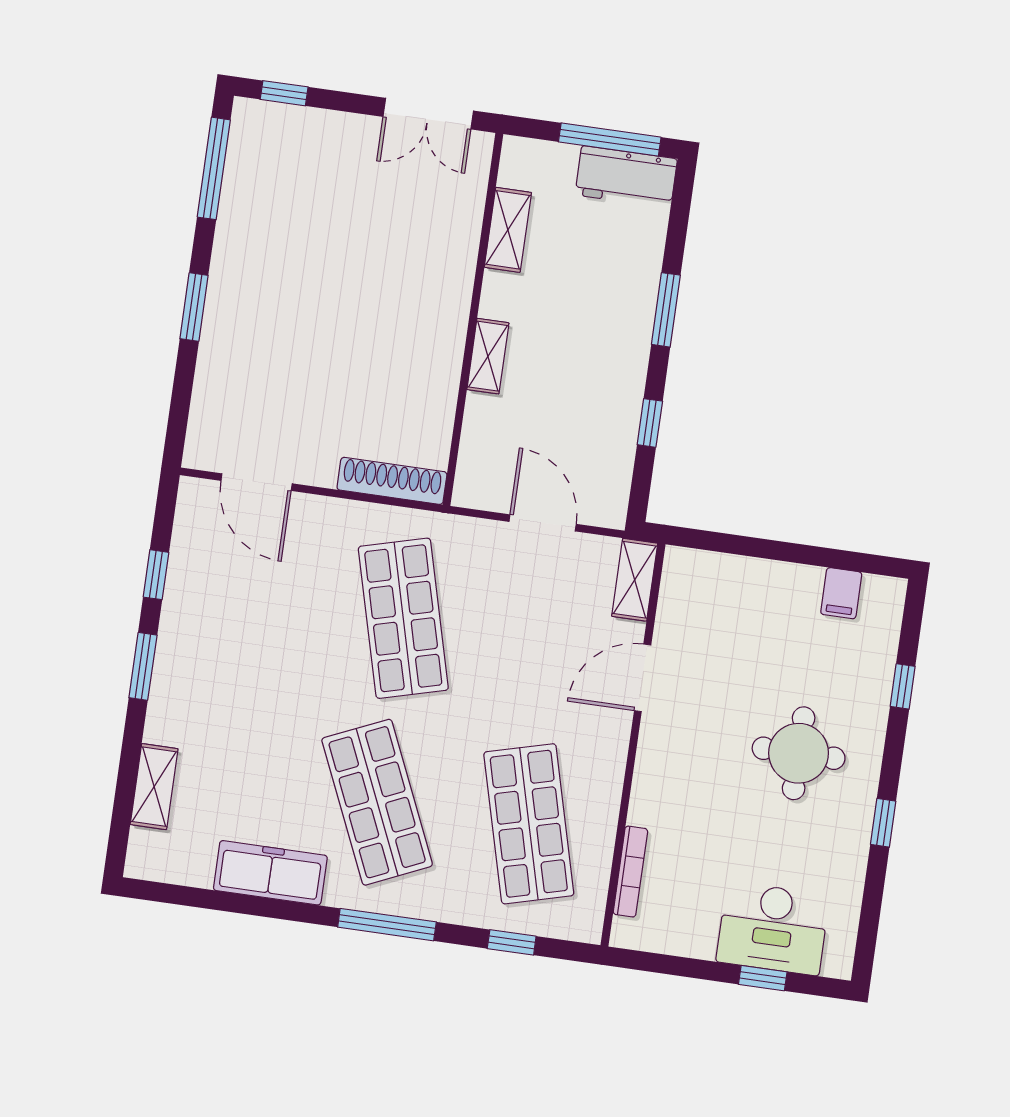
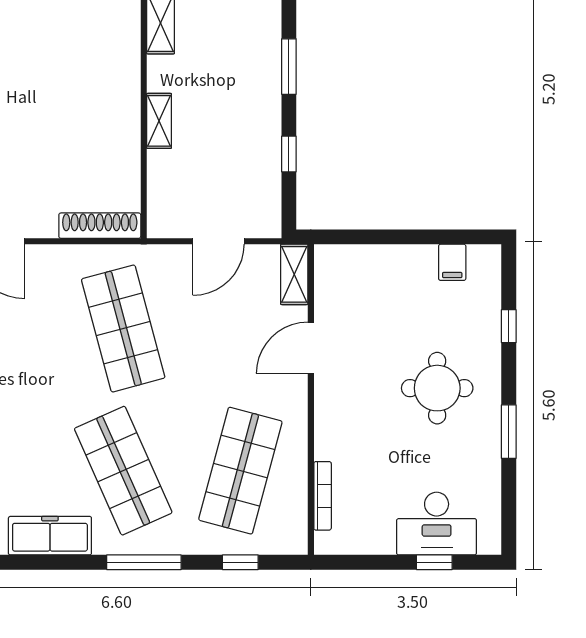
door: (543, 523) -> (218, 241), swing flipped
window: (883, 823) -> (509, 432), width x1.50
shop shelf: (529, 824) -> (240, 471), turned 30

